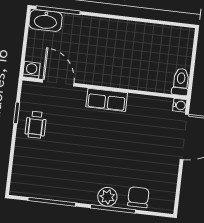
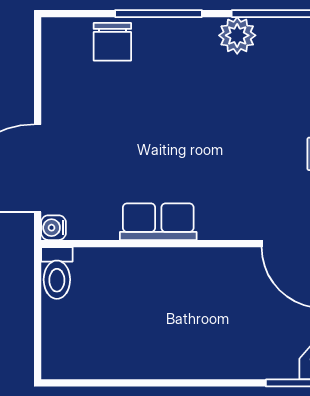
row of seats: (107, 100) -> (158, 222), moved
plant: (107, 197) -> (237, 35), moved

